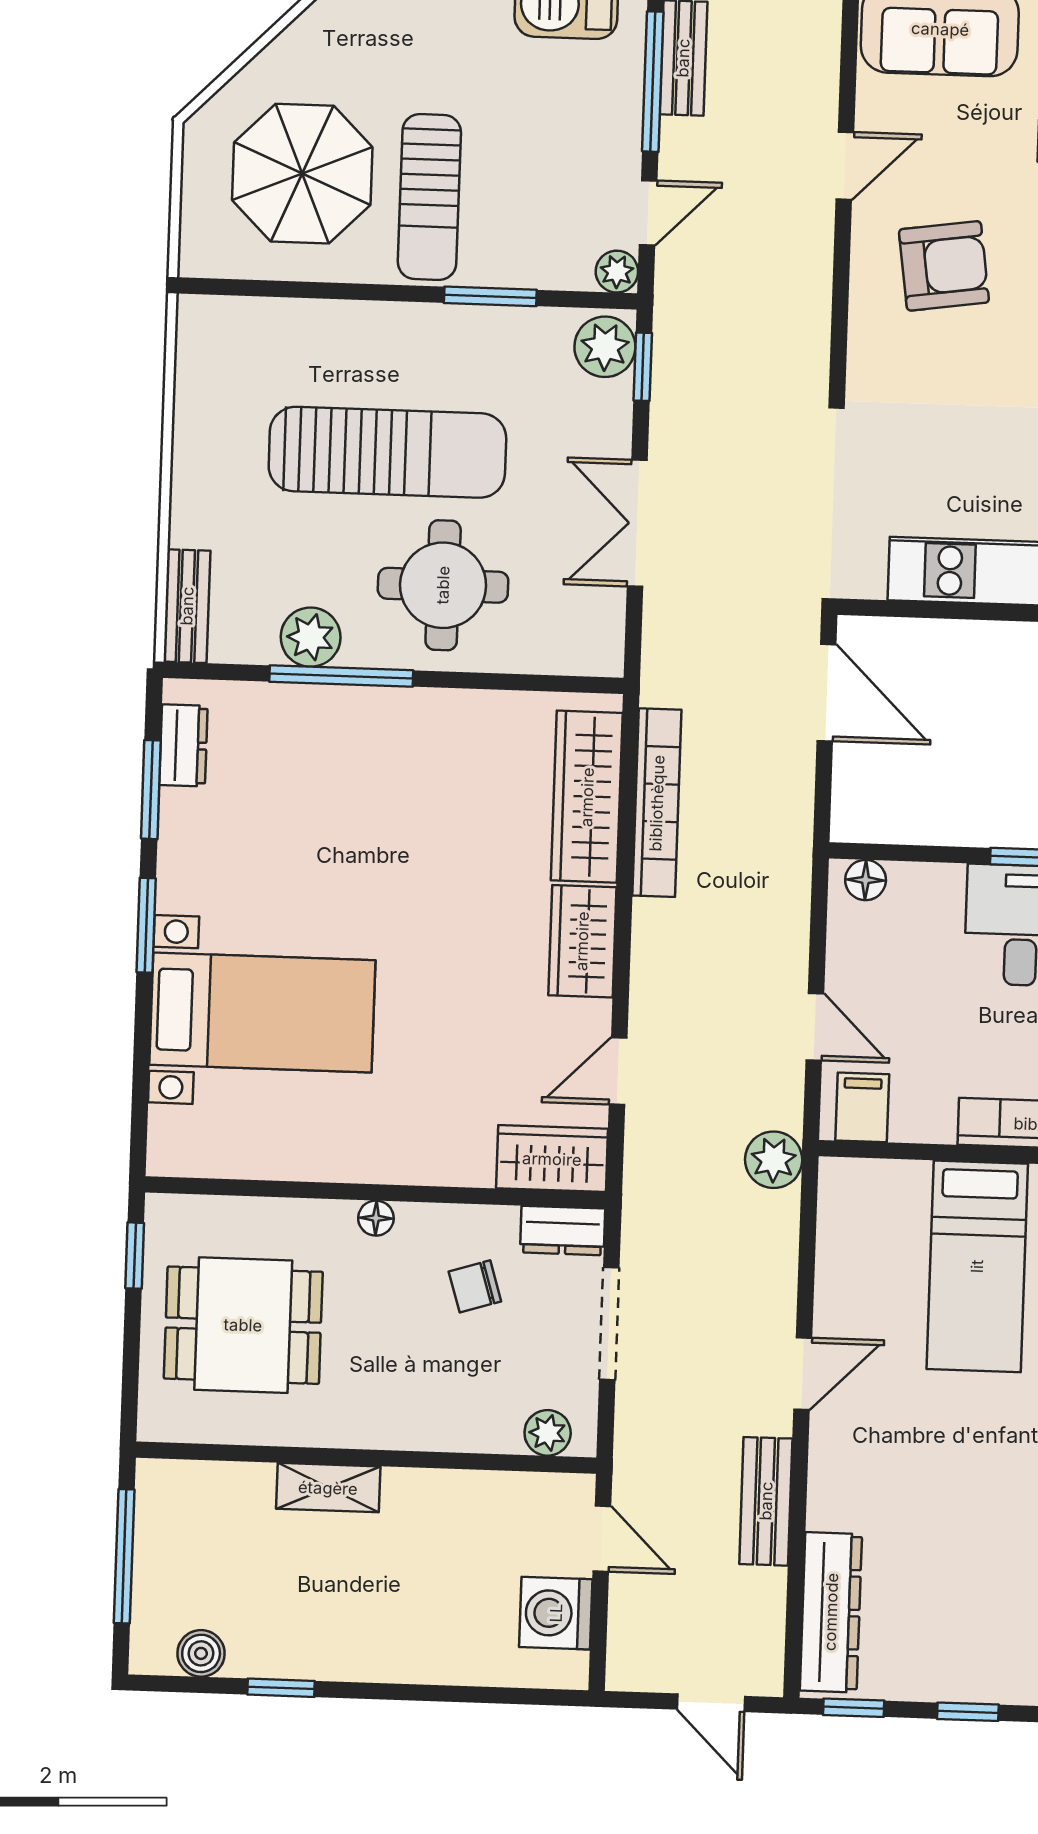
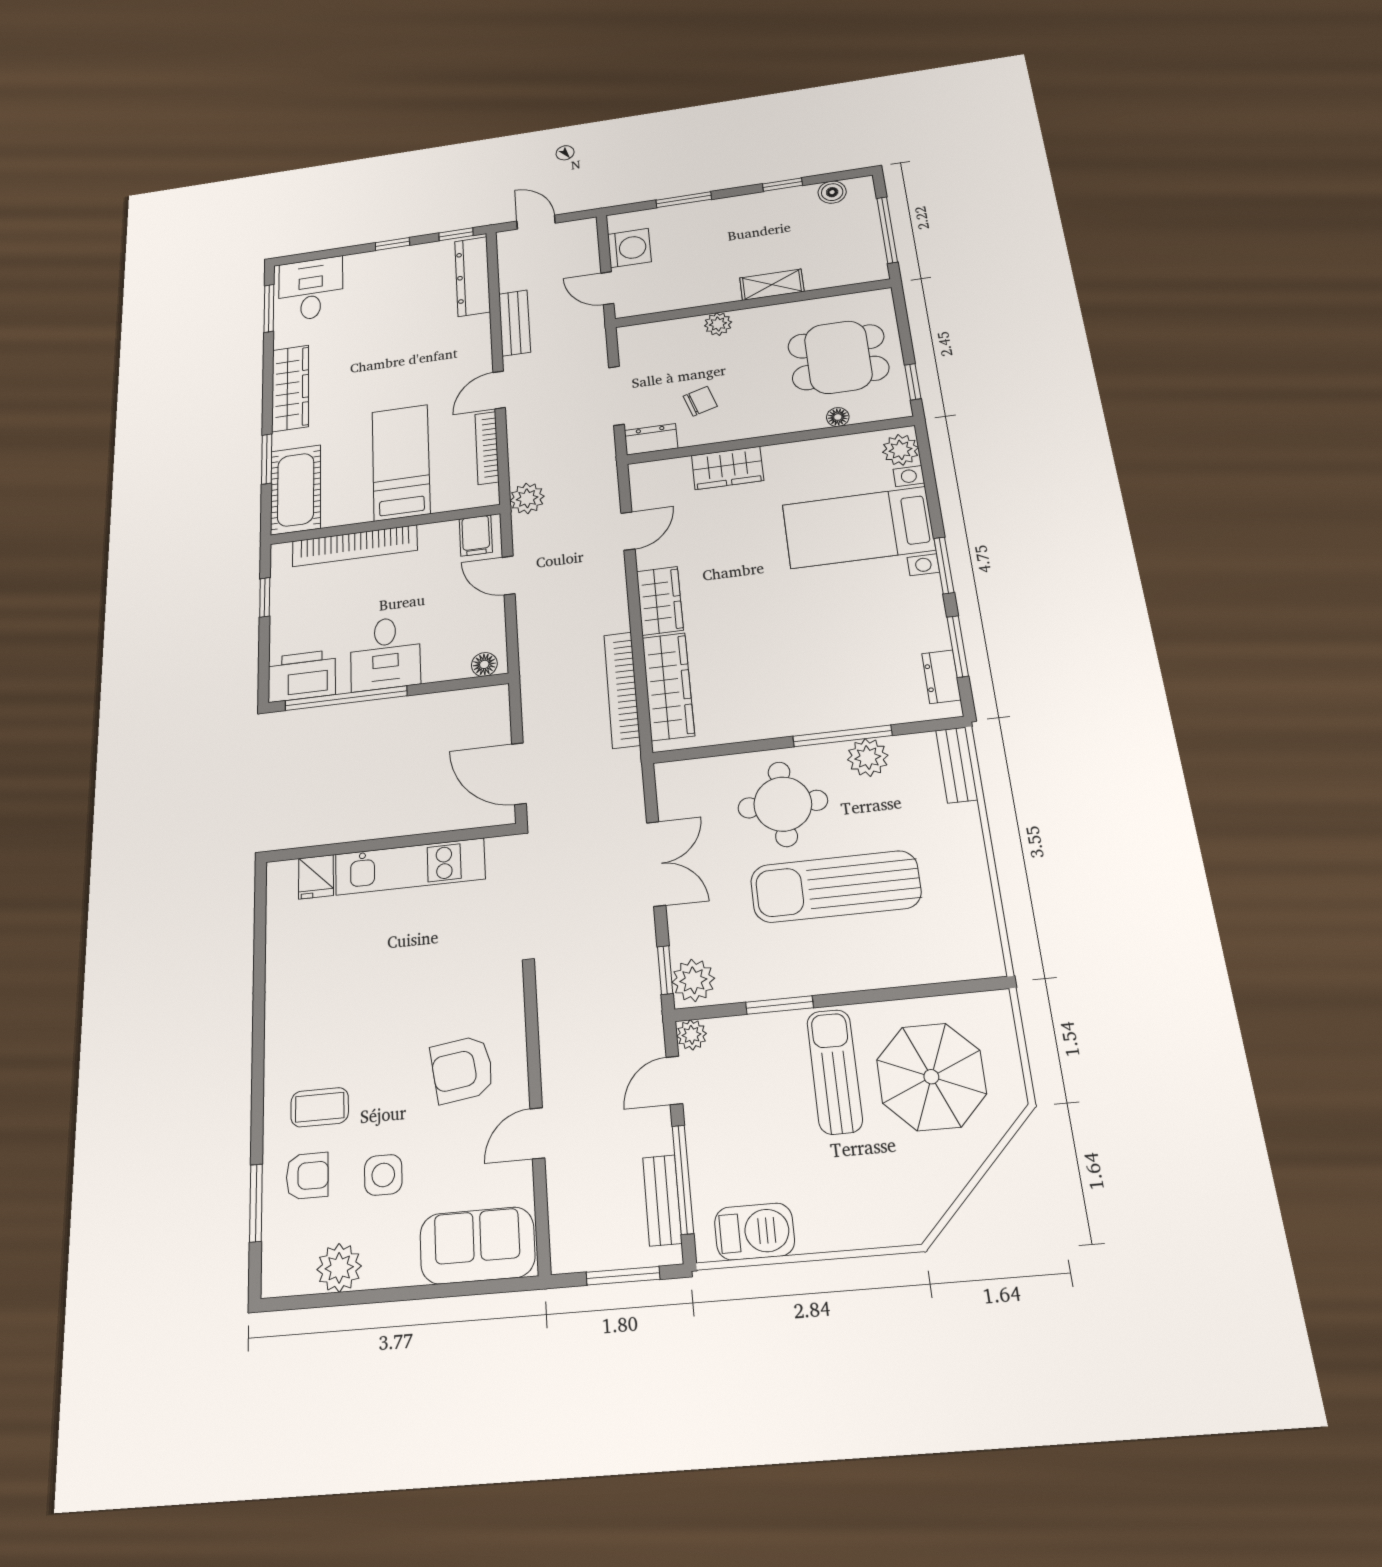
plant: (175, 1136) -> (901, 450), added
wardrobe: (552, 1159) -> (728, 468), moved
floor lamp: (376, 1218) -> (838, 417), moved
bookcase: (832, 1266) -> (487, 448), added
plant: (548, 1433) -> (718, 324), moved
window: (452, 1694) -> (684, 200), added

